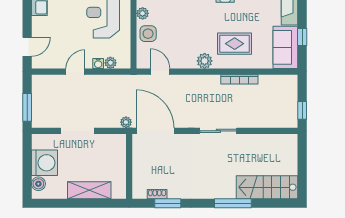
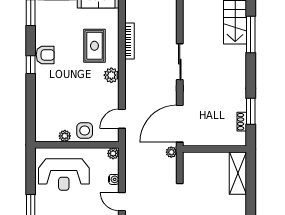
plant: (110, 63) -> (113, 153), moved
shelving: (89, 190) -> (238, 173), moved
window: (233, 203) -> (251, 35), moved

